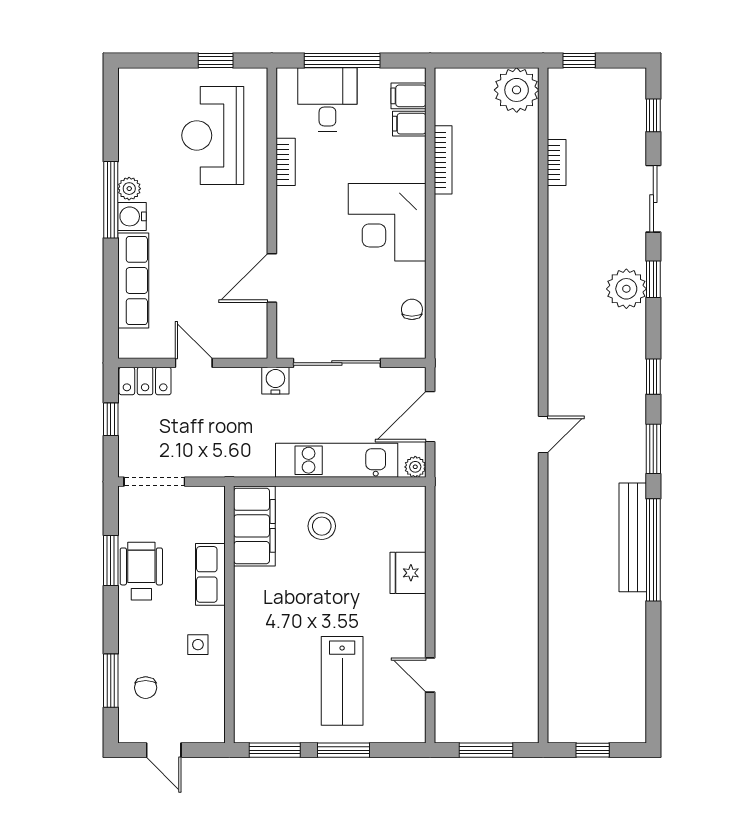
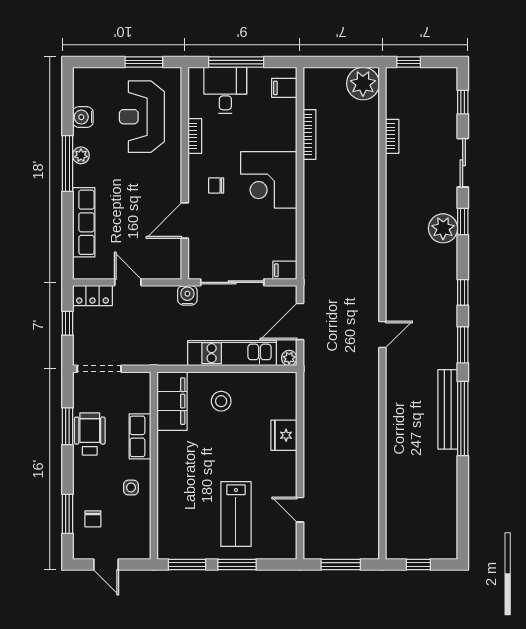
window: (216, 60) -> (144, 62), width x1.50
filing cabinet: (409, 124) -> (285, 270), moved
water cooler: (132, 216) -> (83, 117), moved
chair: (412, 309) -> (216, 185), moved, turned -90

